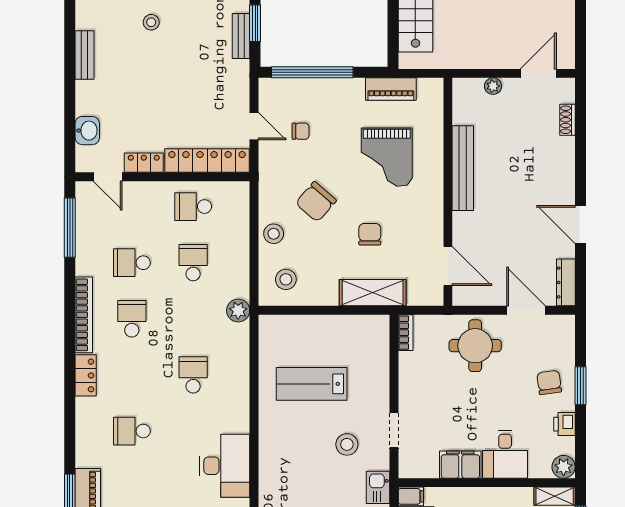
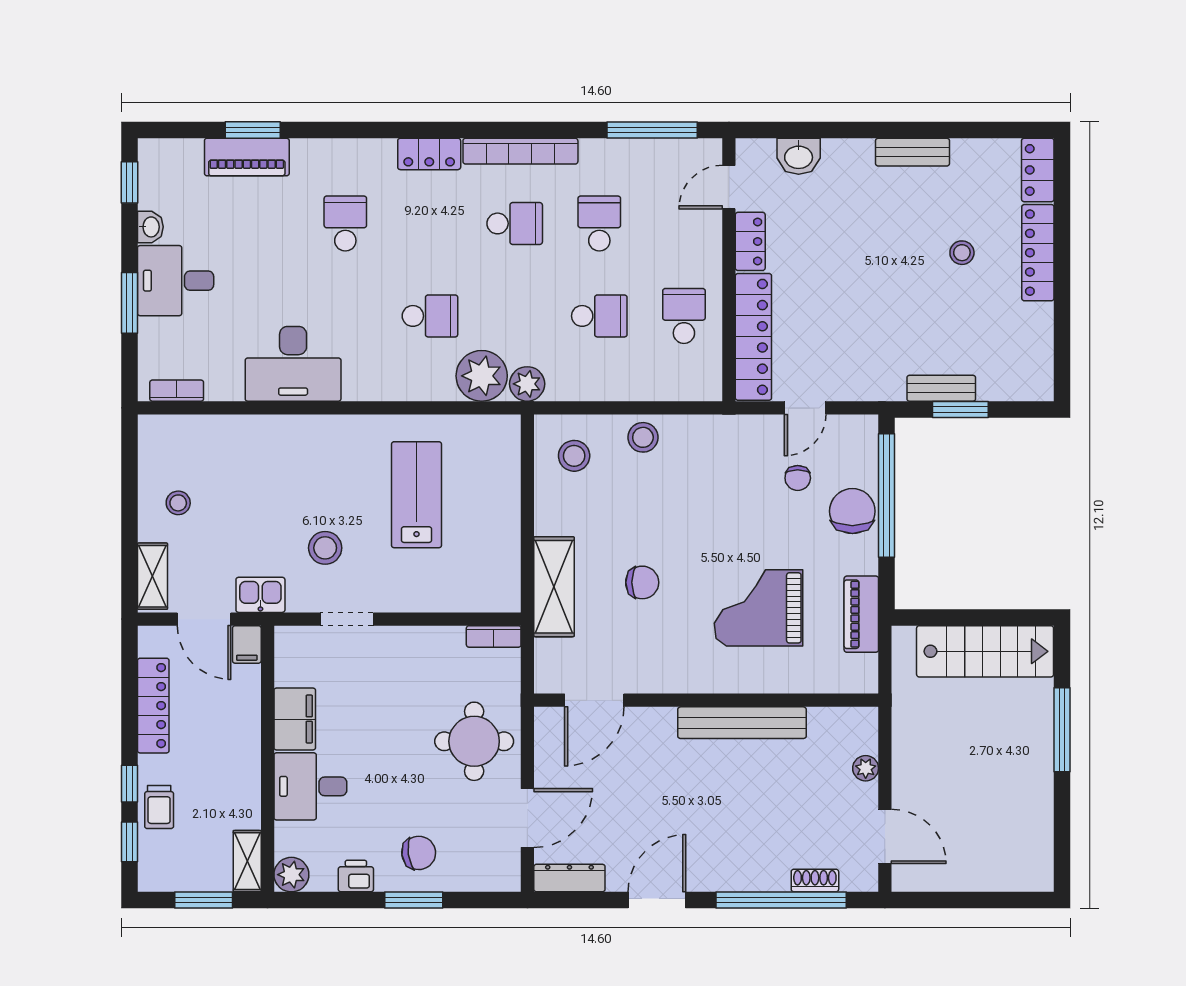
window: (580, 142) -> (781, 900), added
chair: (316, 202) -> (852, 511), moved, turned 49
plant: (233, 341) -> (482, 376), added

